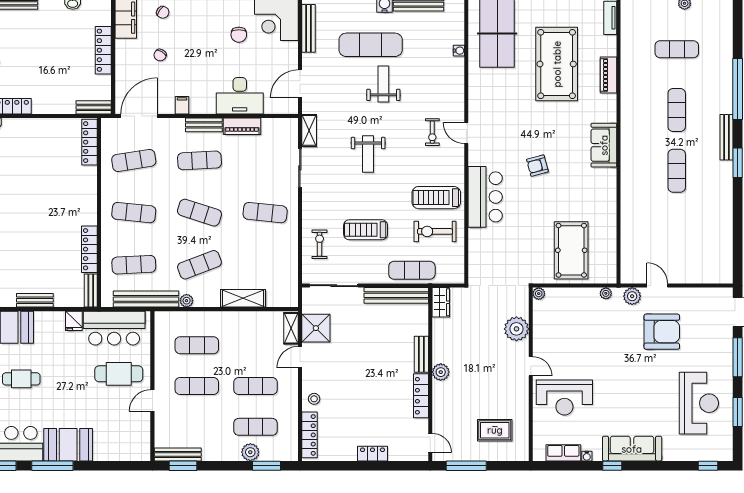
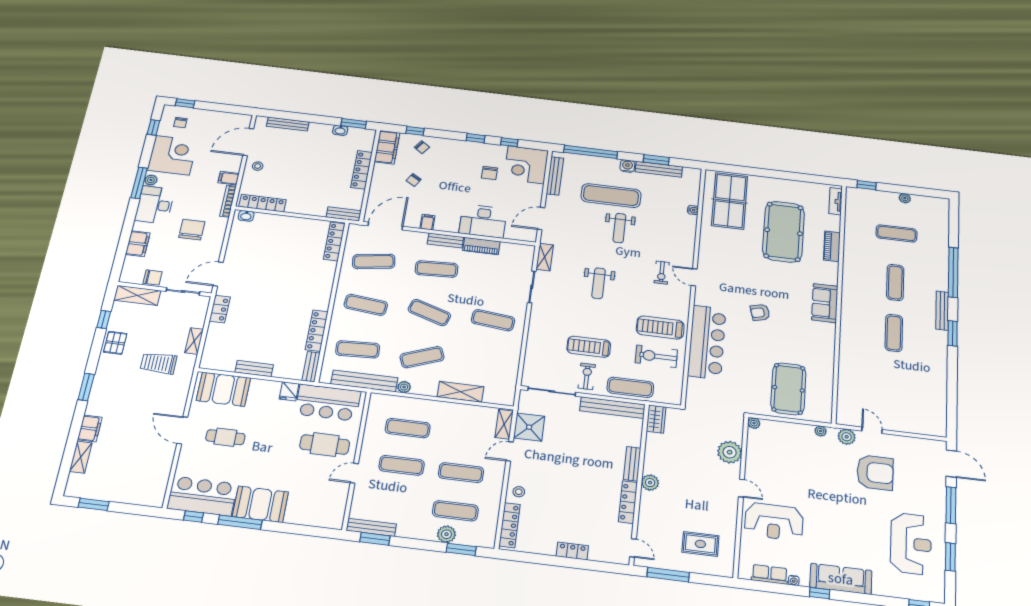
weight bench: (383, 84) -> (619, 228), turned 180
bar counter: (485, 197) -> (707, 342), width x1.36
exercise bike: (320, 244) -> (587, 376), moved

